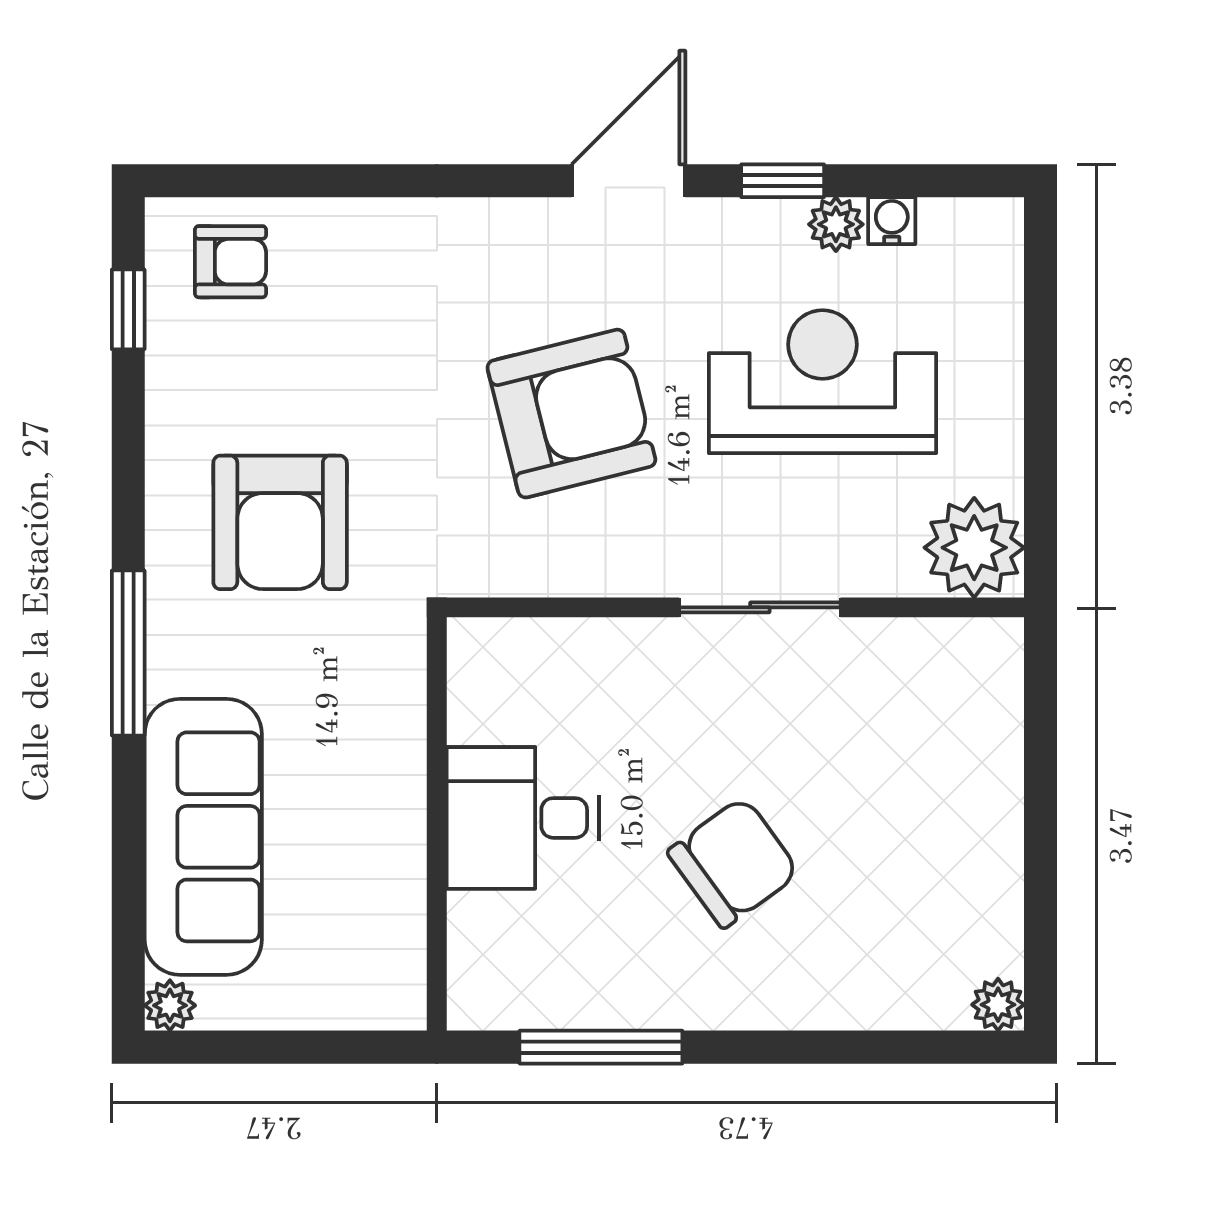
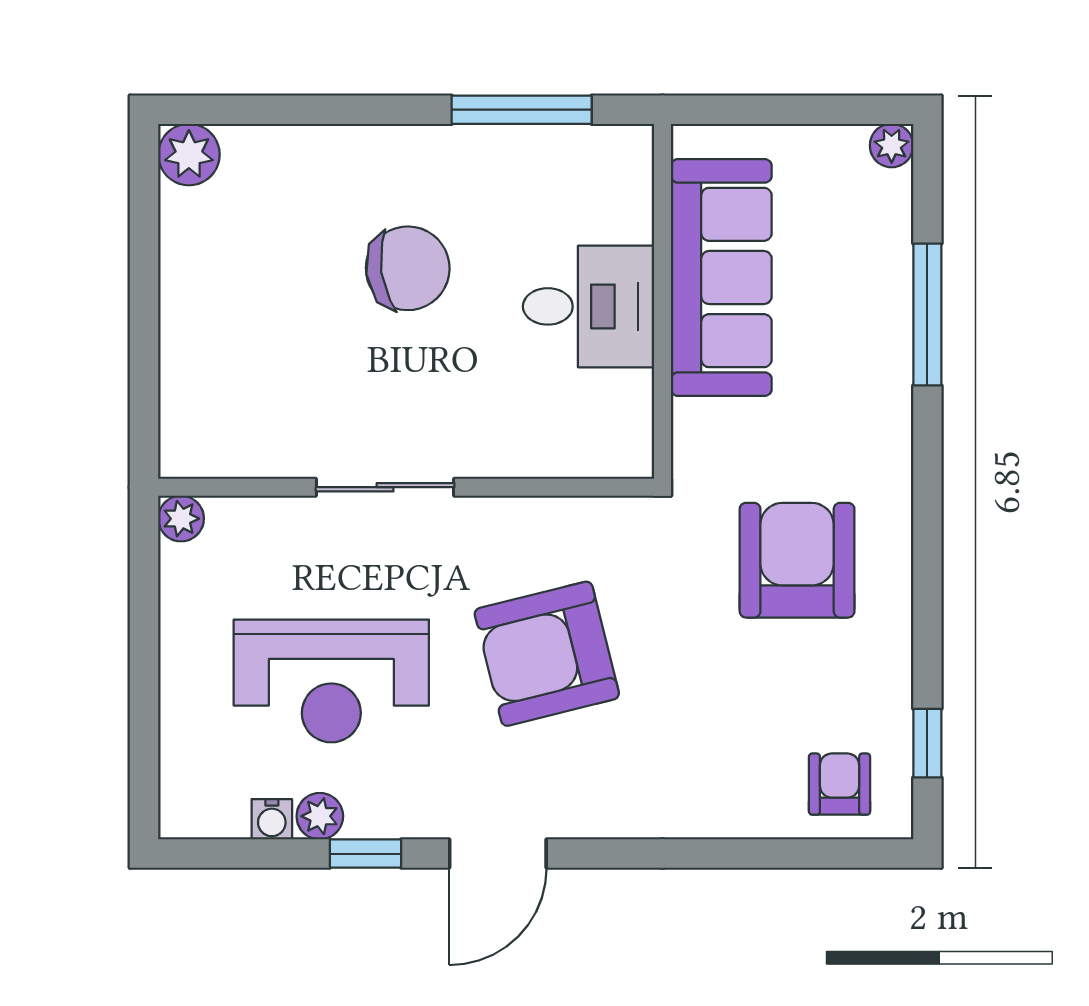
armchair: (231, 262) -> (840, 784), turned 90
plant: (974, 548) -> (181, 519), width x0.53, depth x0.53
window: (128, 653) -> (927, 314), moved
sofa: (203, 837) -> (721, 278), moved, turned 180
chair: (733, 862) -> (408, 268), turned -152
plant: (998, 1005) -> (189, 155), width x1.38, depth x1.38

